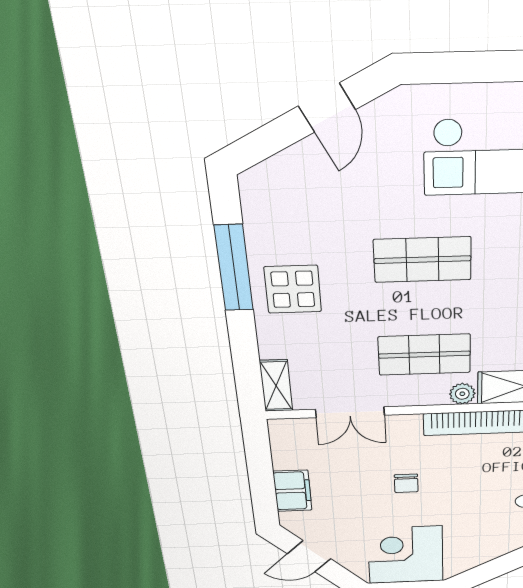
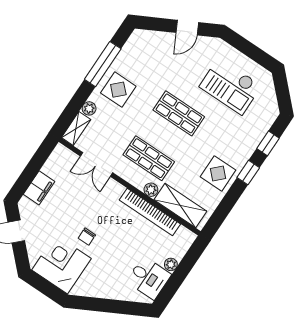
plant: (271, 346) -> (89, 108), added
chair: (406, 483) -> (87, 237), moved

